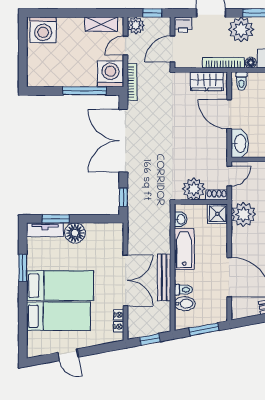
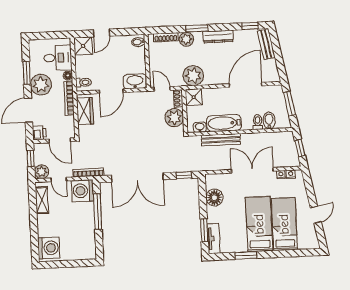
floor lamp: (75, 233) -> (214, 198), moved
bench: (164, 277) -> (221, 140), moved

